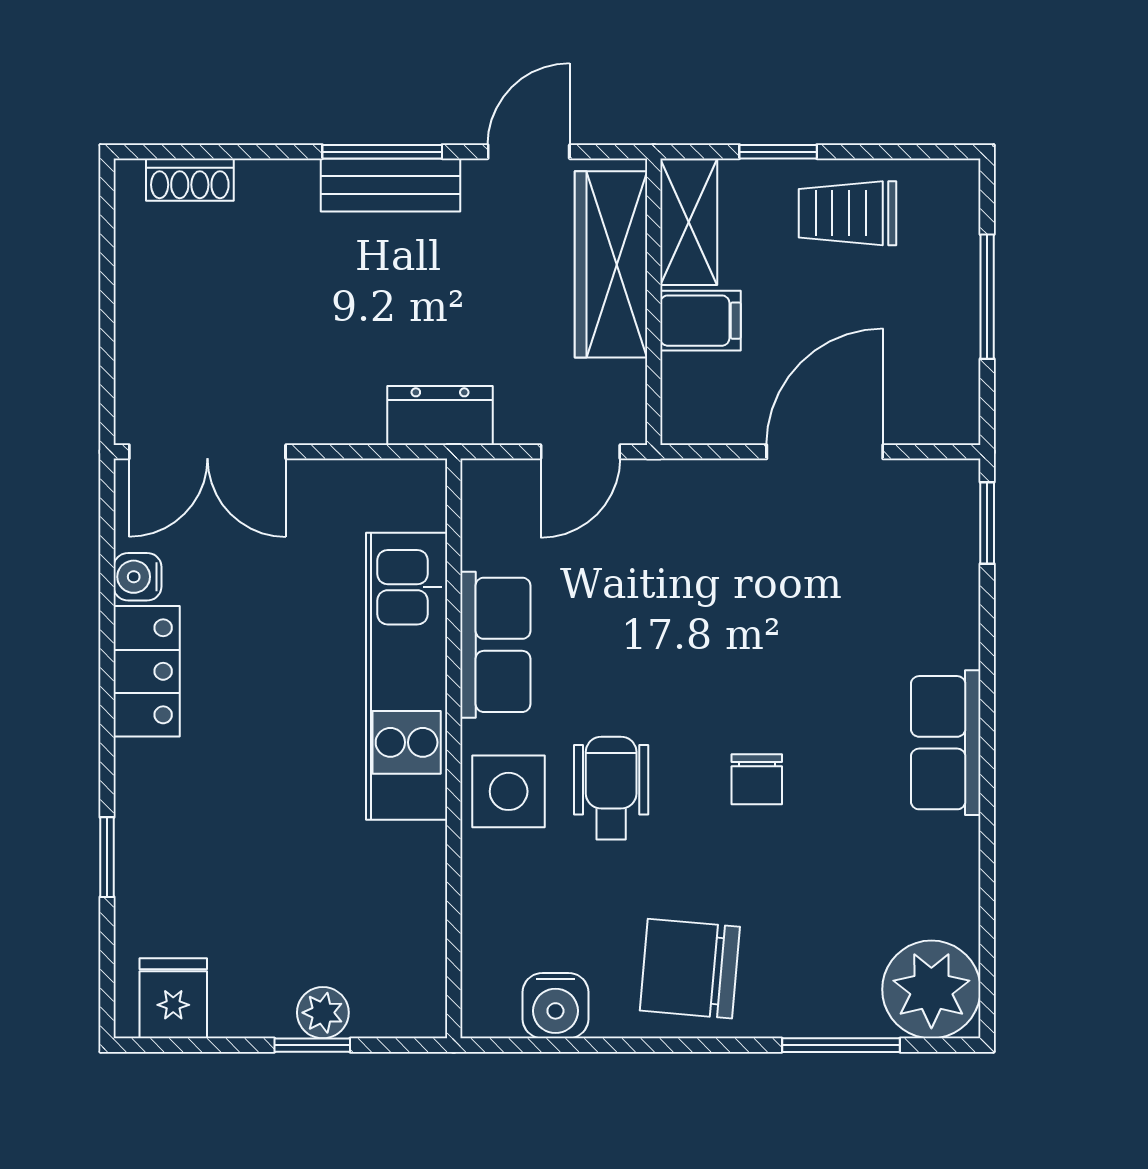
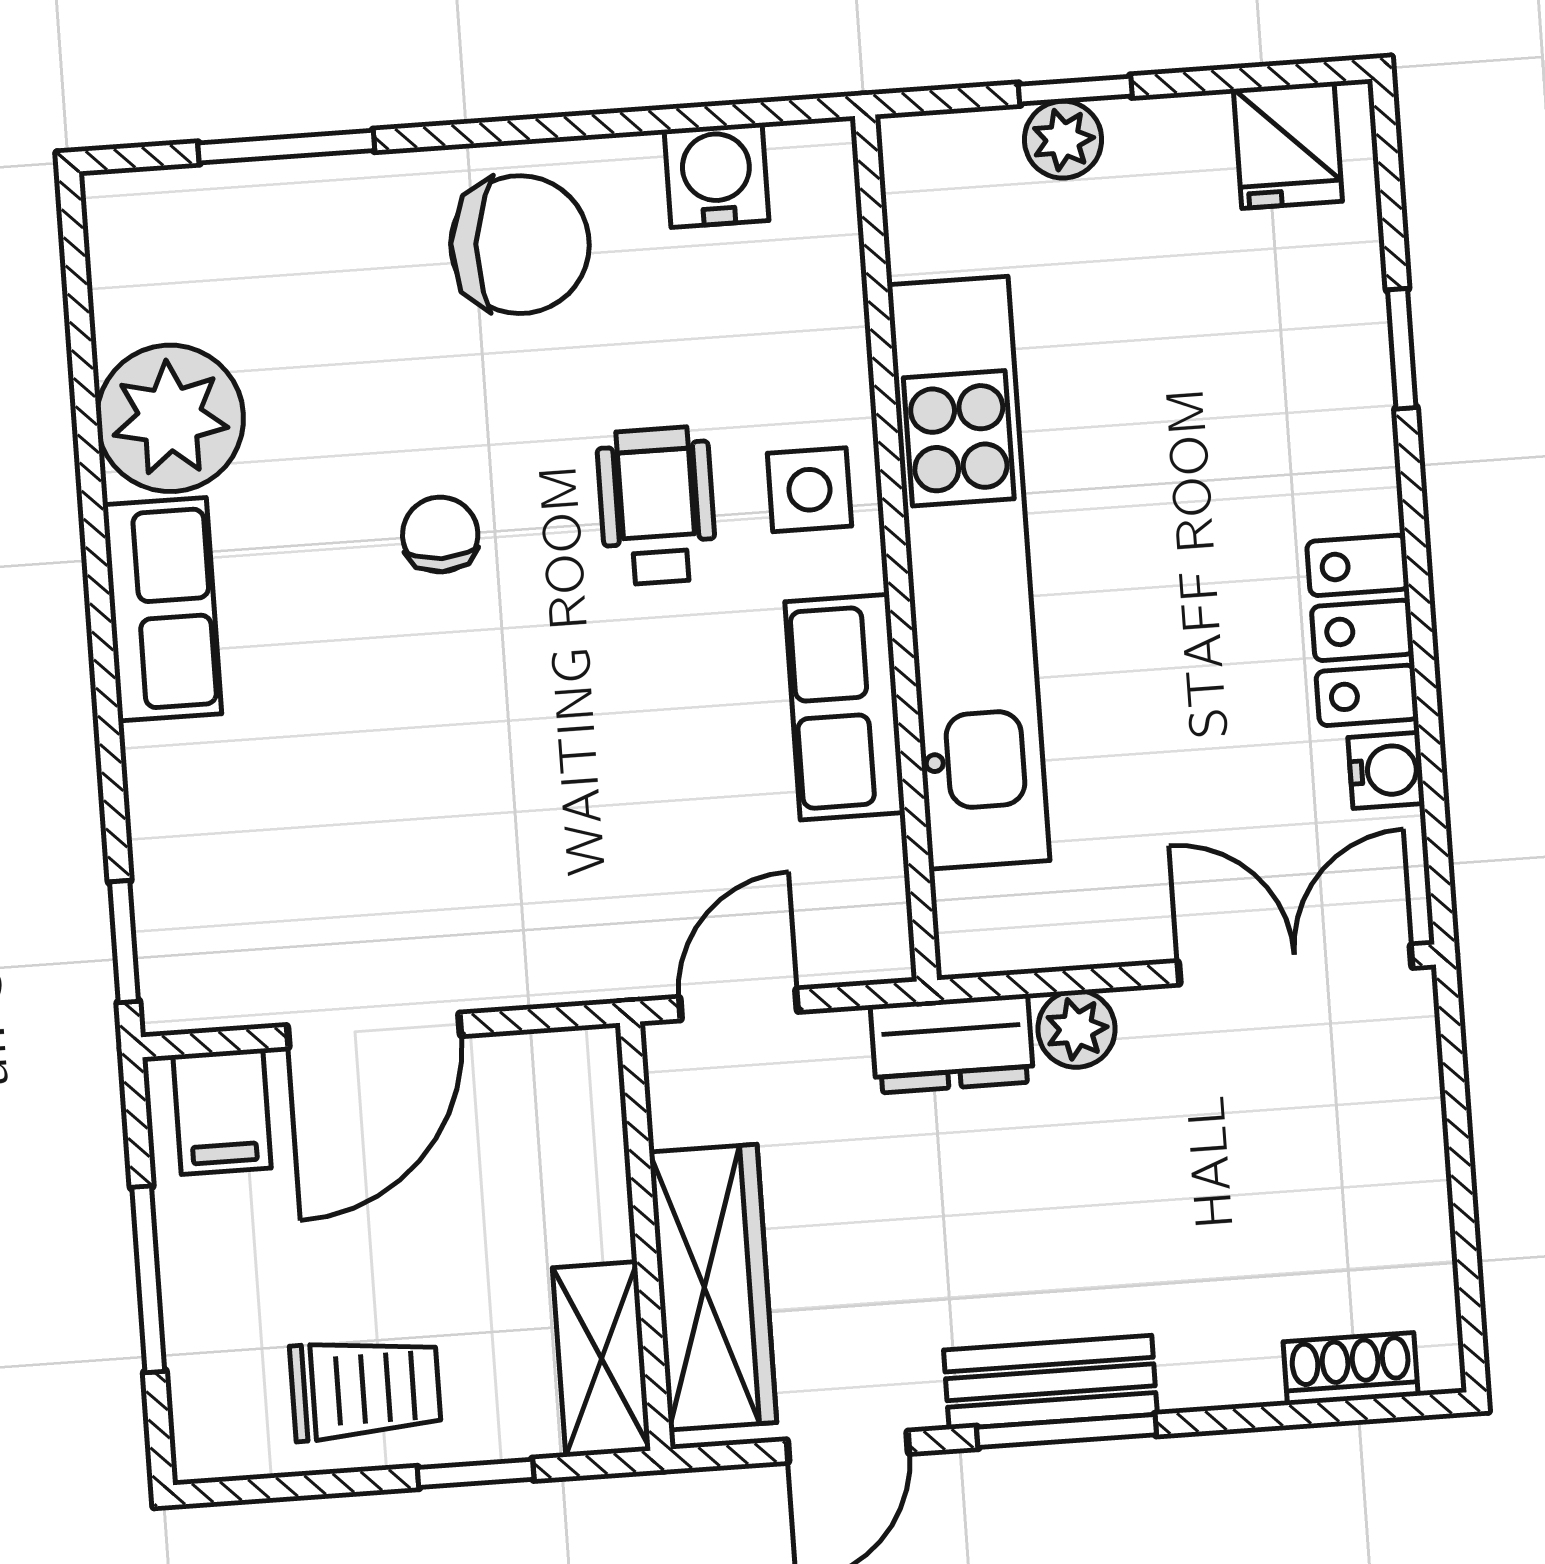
filing cabinet: (700, 321) -> (222, 1112), moved, turned -90
plant: (356, 419) -> (1076, 1029), added
kitchen unit: (407, 676) -> (968, 573), width x1.36
wheelchair: (611, 788) -> (657, 506), turned 180
side table: (509, 791) -> (809, 490), width x0.73, depth x0.73
plant: (931, 989) -> (170, 418), moved

